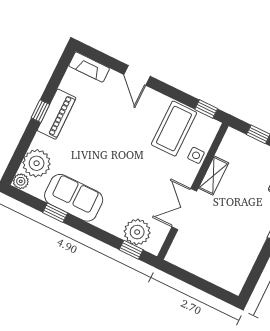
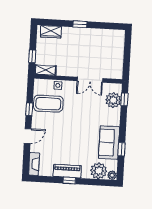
window: (206, 109) -> (29, 109), moved
shelving: (214, 176) -> (45, 70), moved

